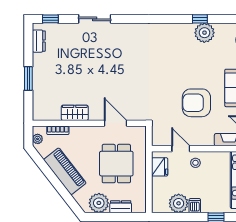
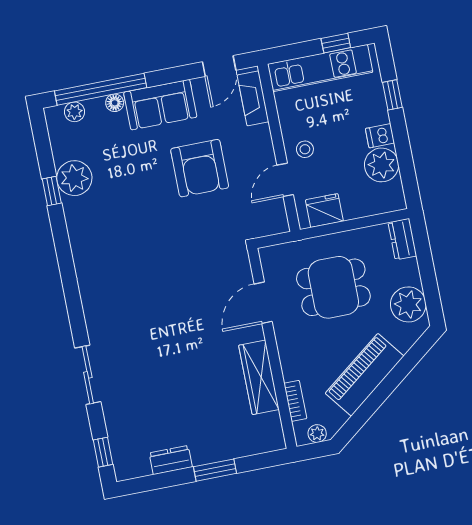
dresser: (39, 41) -> (171, 460), moved
wardrobe: (75, 113) -> (259, 377), width x1.50
dresser: (121, 207) -> (402, 239), moved

